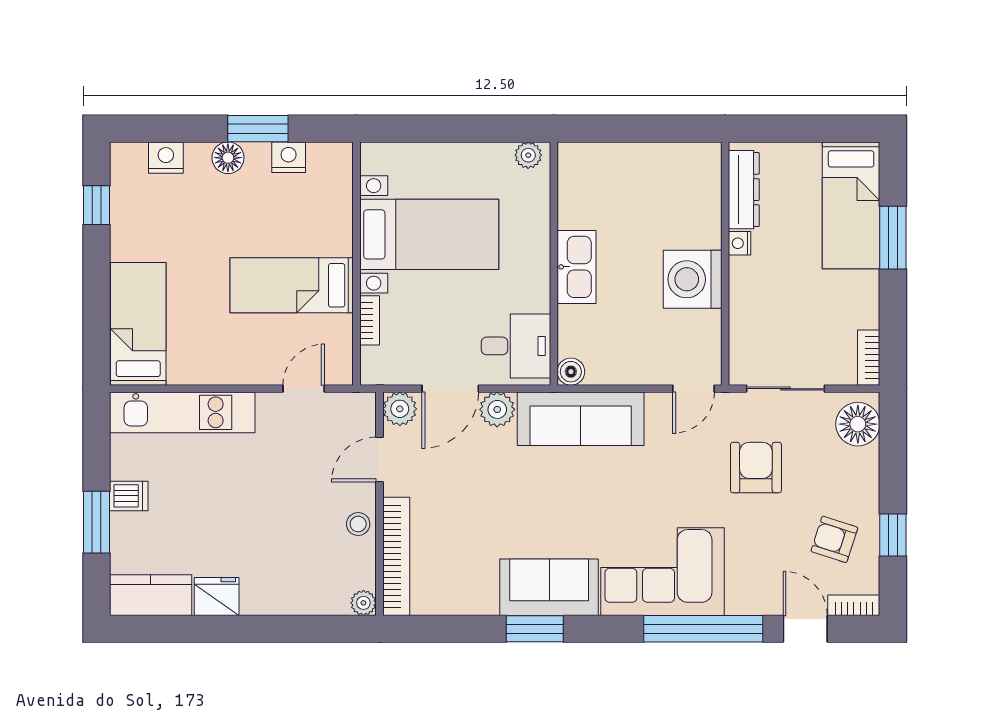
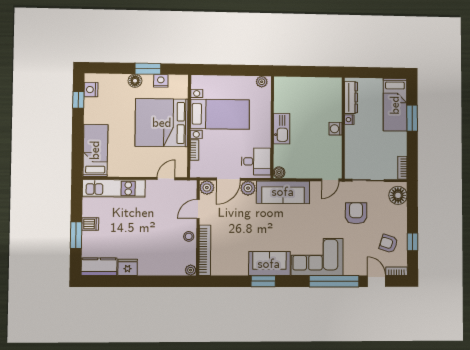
nightstand: (166, 158) -> (91, 90), moved, turned -90
washing machine: (693, 279) -> (336, 129), width x0.53, depth x0.53
bed: (292, 285) -> (162, 123), width x2.04

